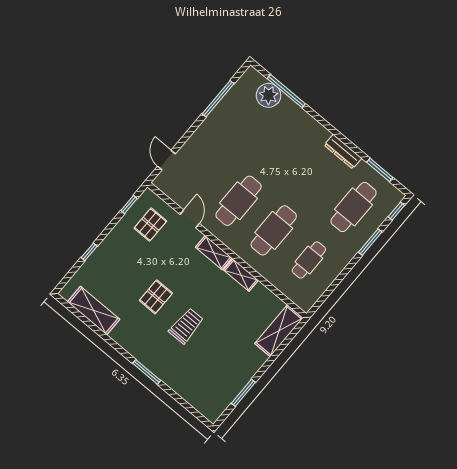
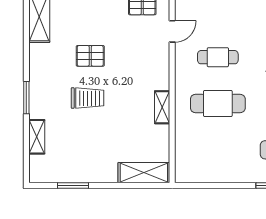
cafe table: (239, 201) -> (218, 57), width x0.73, depth x0.74
shelving: (214, 253) -> (37, 137), moved
cafe table: (309, 260) -> (218, 150), removed

